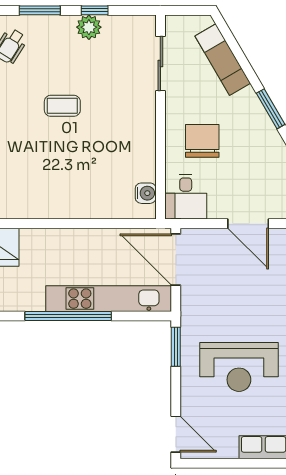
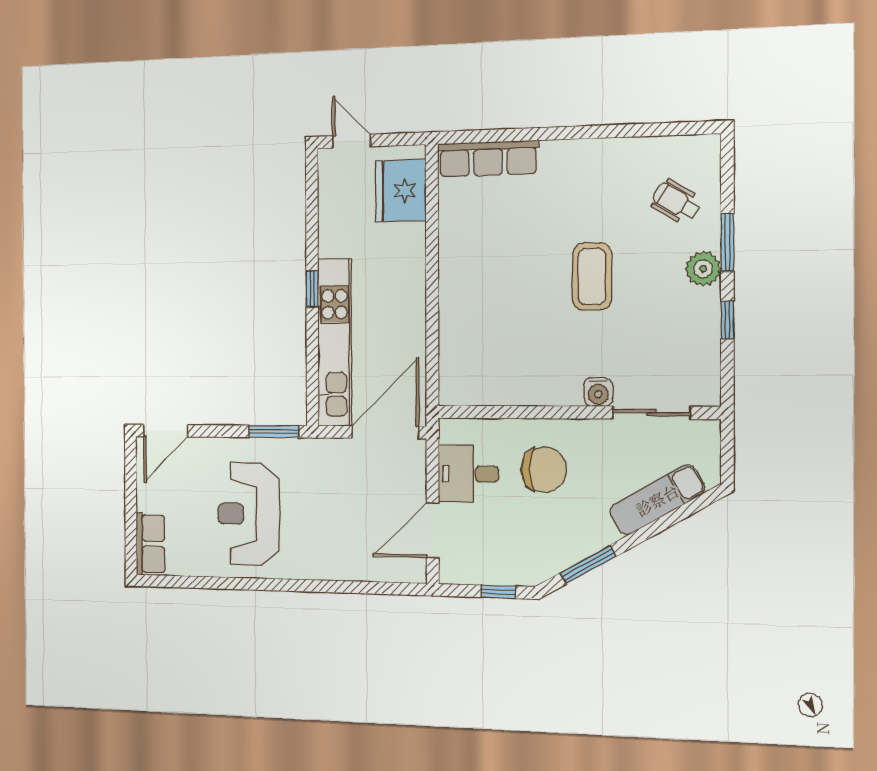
plant: (89, 27) -> (703, 269), moved
coffee table: (62, 106) -> (592, 277), width x1.36, depth x1.30
water cooler: (146, 193) -> (598, 392), moved
desk: (186, 197) -> (468, 474), moved
window: (68, 316) -> (312, 289), width x0.32

